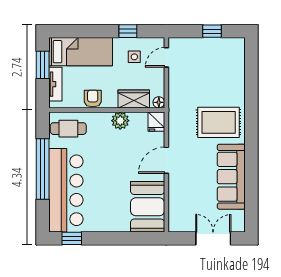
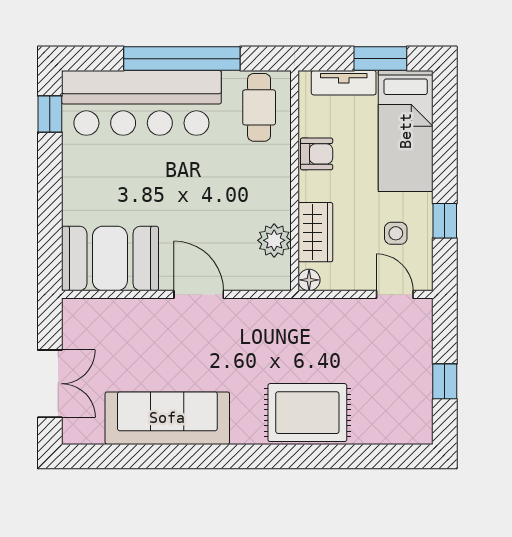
plant: (120, 121) -> (274, 240), moved
fridge: (156, 122) -> (272, 275), removed
rug: (219, 122) -> (307, 413), moved, turned 90

